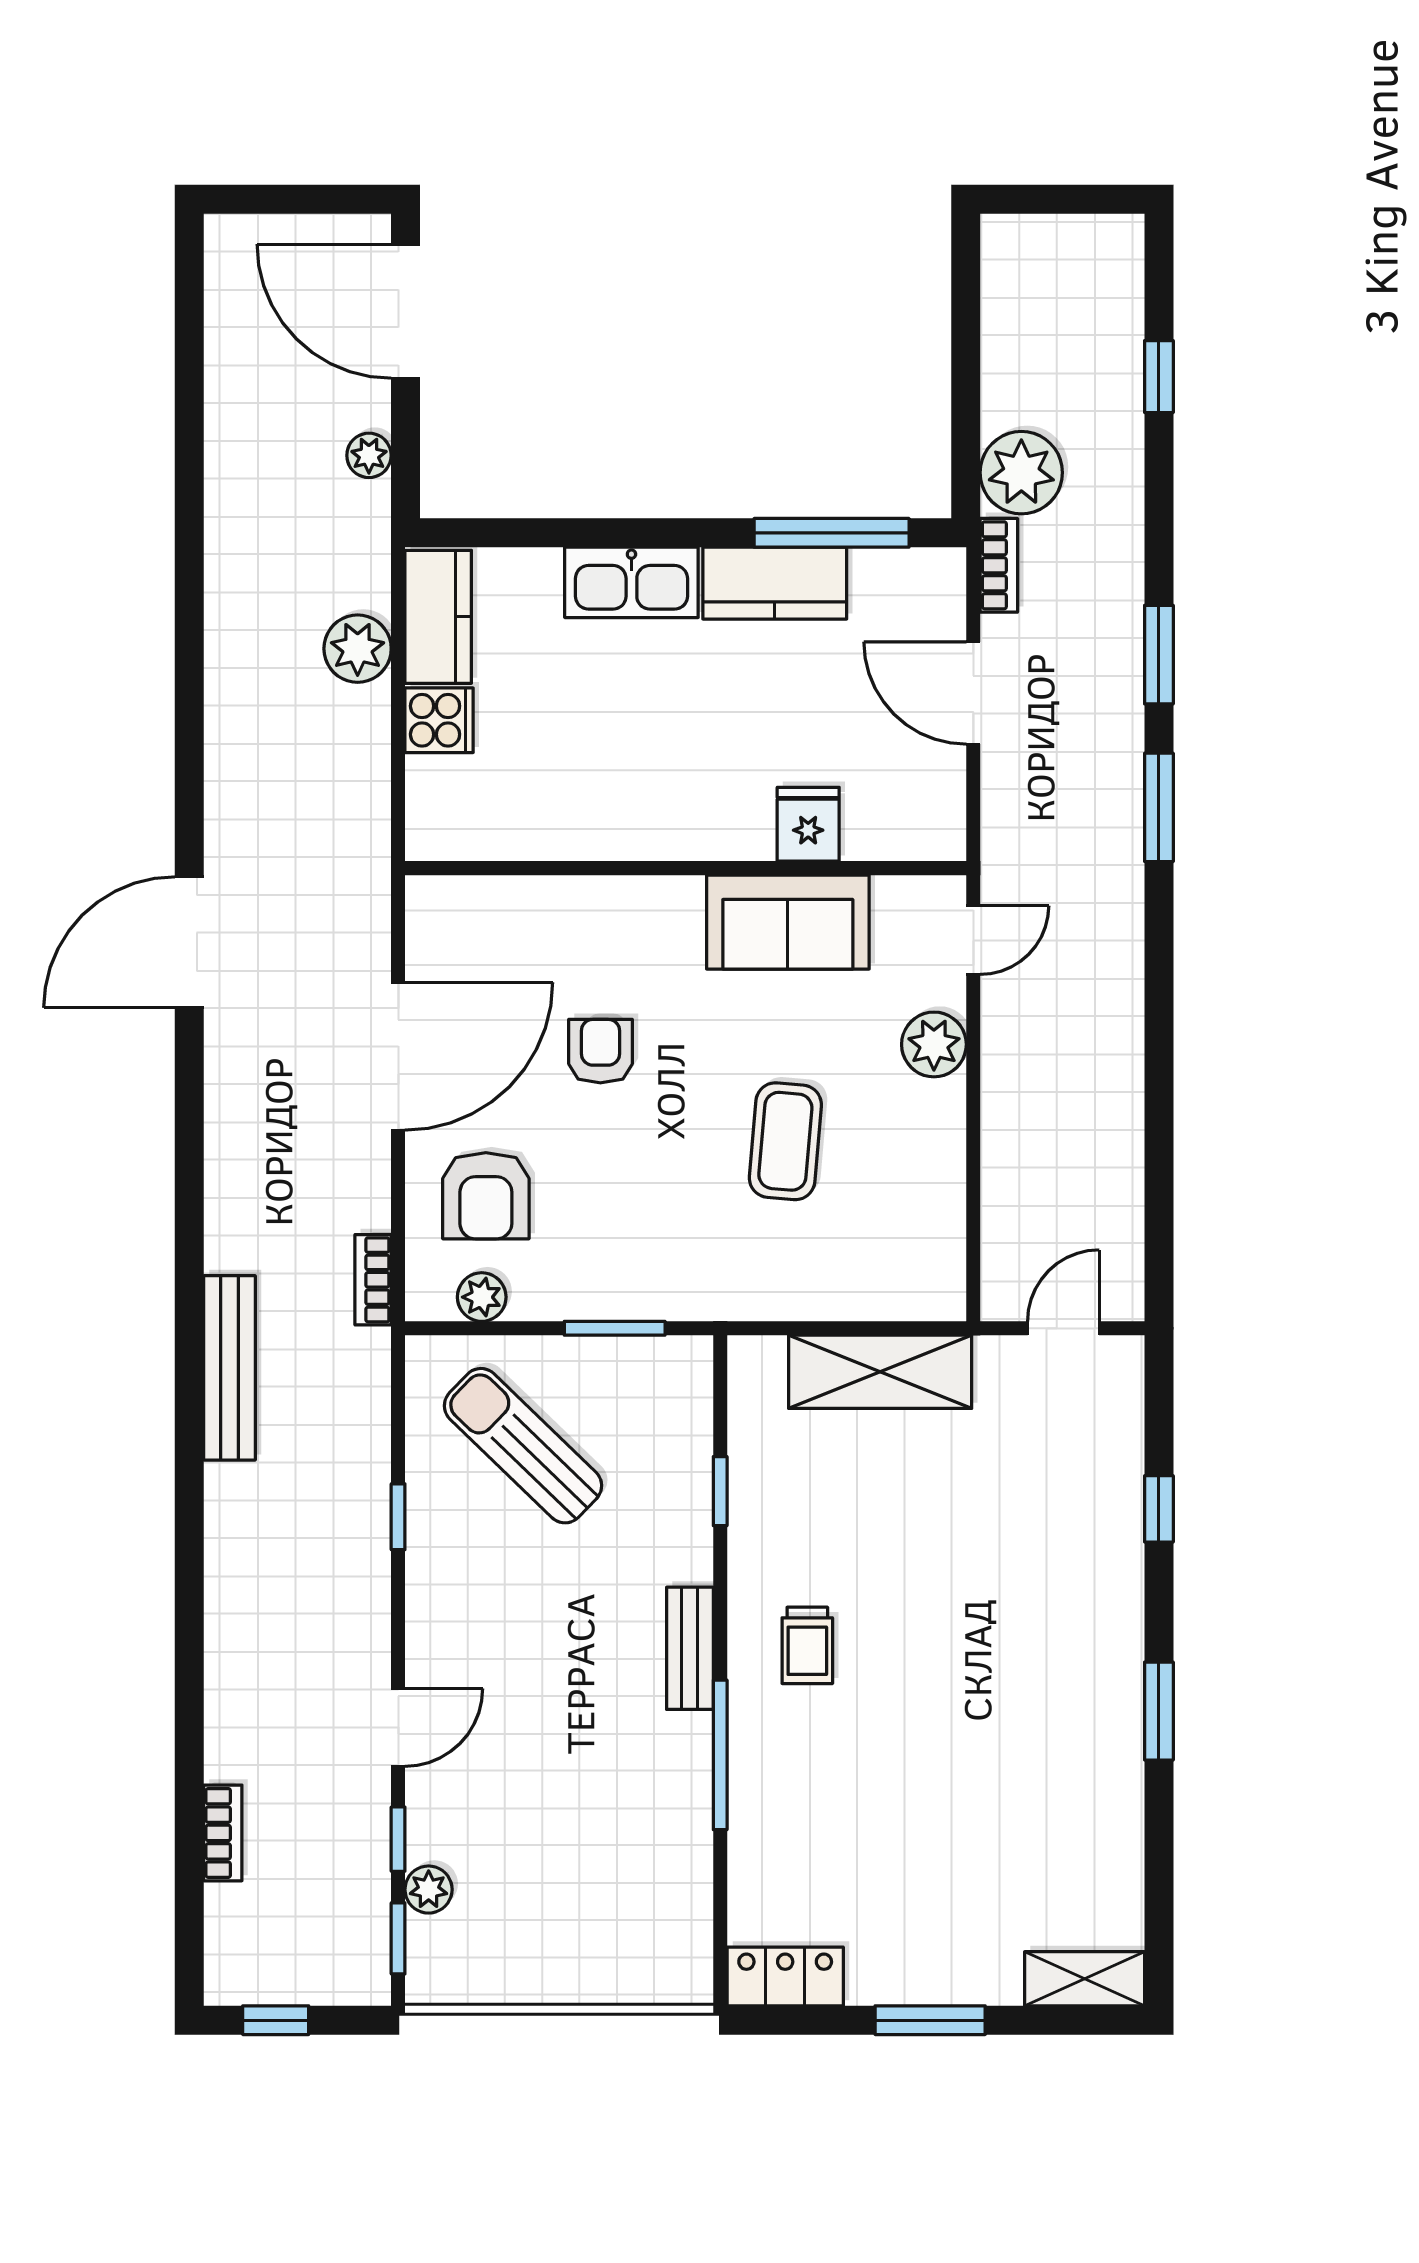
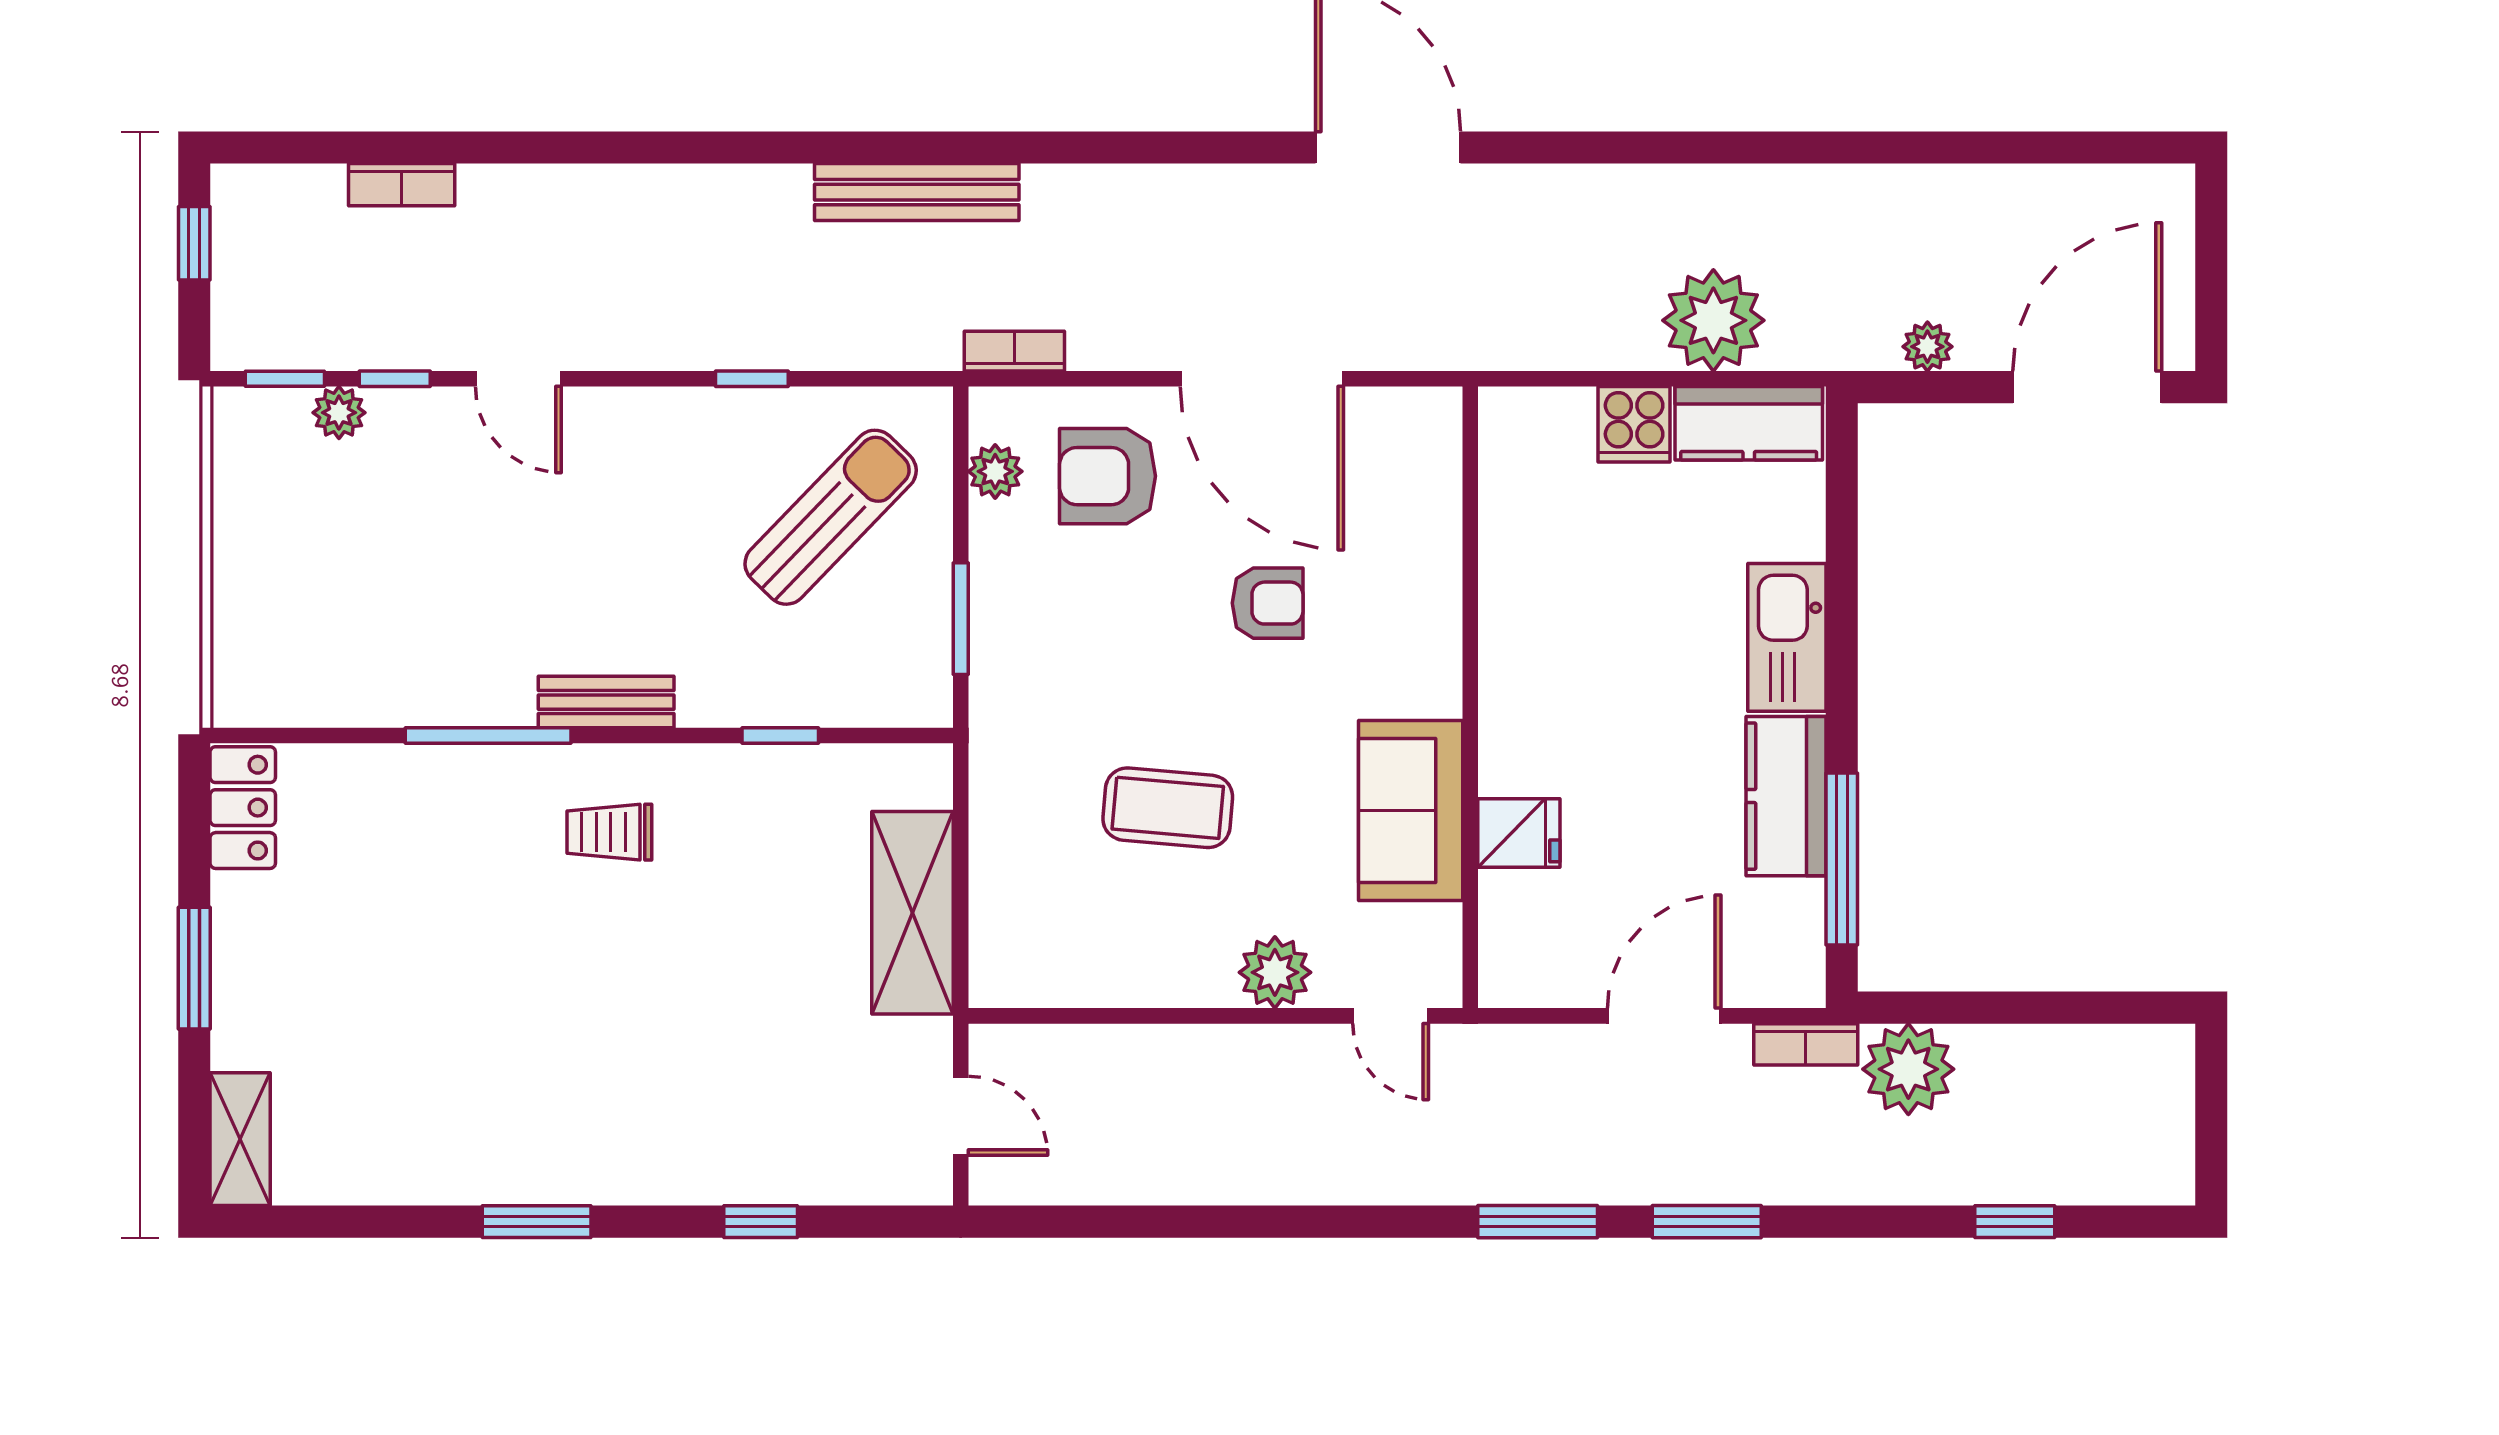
plant: (358, 649) -> (1713, 320), width x1.36, depth x1.36

